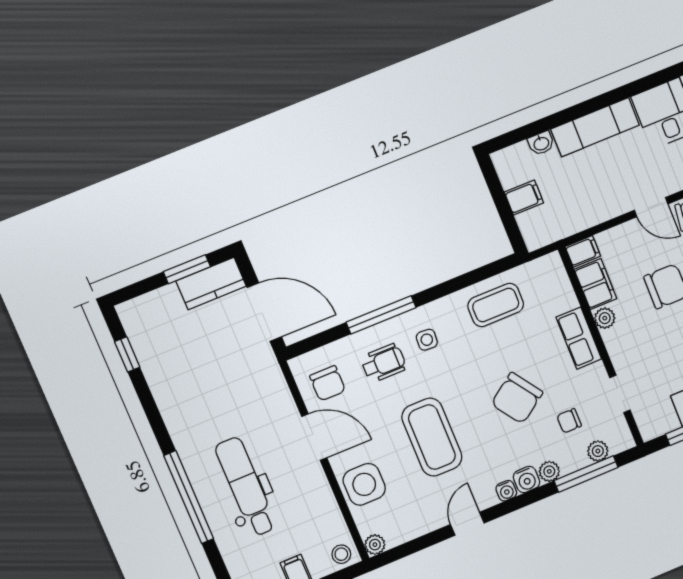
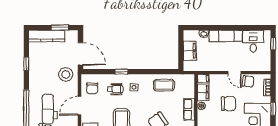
filing cabinet: (524, 198) -> (190, 51), width x2.00
kitchen counter: (211, 283) -> (47, 36), moved, width x1.50
window: (381, 315) -> (121, 72), width x0.46
window: (127, 354) -> (26, 64), moved
stool: (250, 377) -> (66, 74), added
door: (314, 437) -> (80, 106), swing flipped

